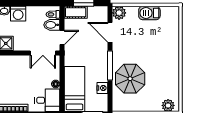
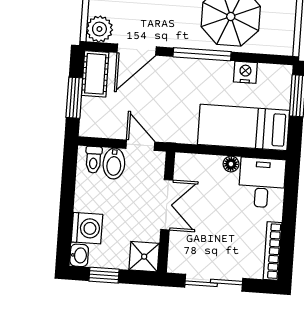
cot: (76, 12) -> (95, 74), moved
double door: (43, 53) -> (167, 205), moved

